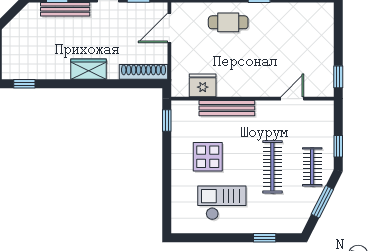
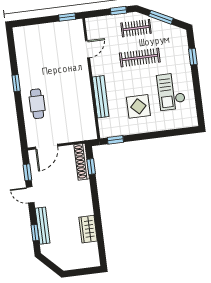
door: (169, 28) -> (47, 147), hinge flipped
wardrobe: (89, 69) -> (88, 229), moved
window: (24, 84) -> (91, 167), moved
fridge: (203, 85) -> (86, 117), removed
door: (292, 99) -> (87, 49), swing flipped

